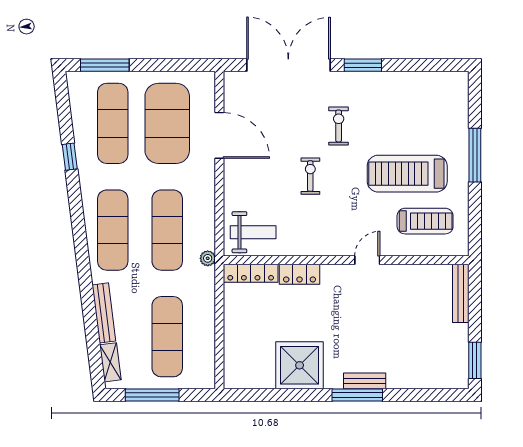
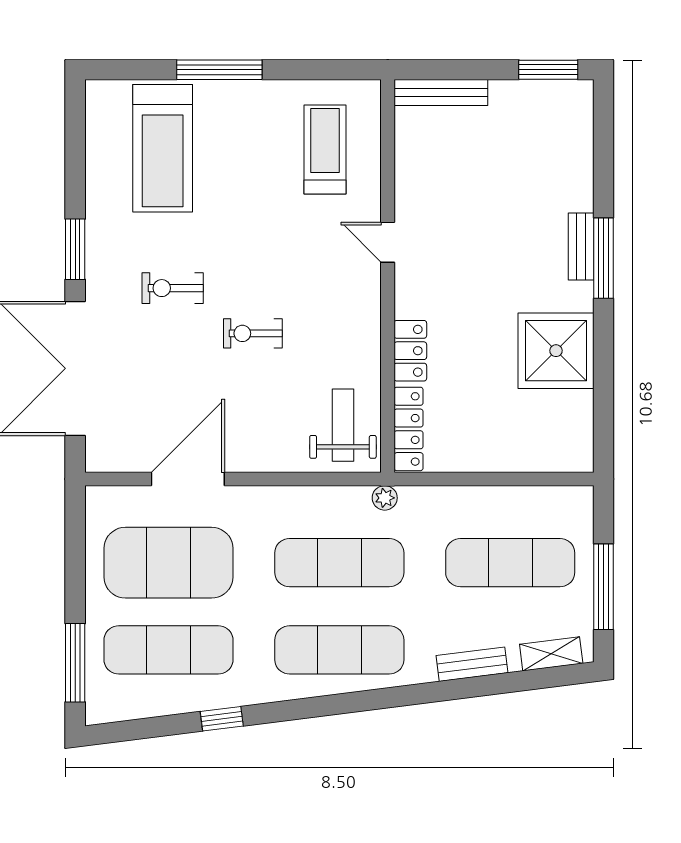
treadmill: (407, 174) -> (163, 148), moved
bench: (104, 313) -> (472, 664), width x0.73

